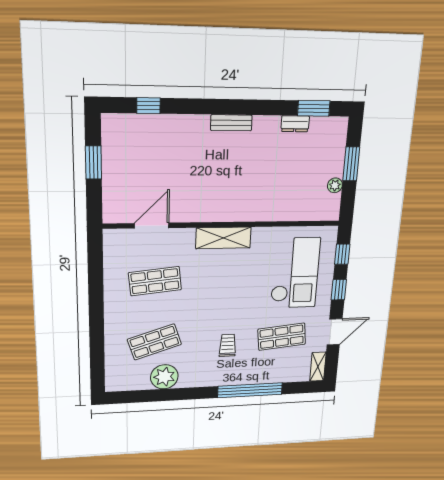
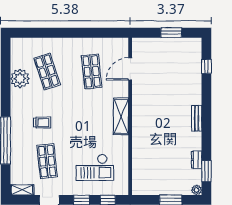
plant: (335, 185) -> (197, 190), moved
door: (152, 226) -> (130, 69), swing flipped
checkout: (295, 273) -> (95, 167), width x0.73, depth x0.83

